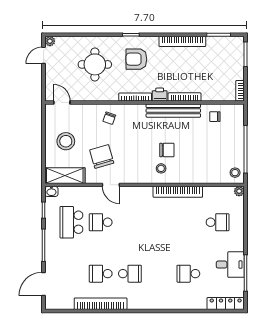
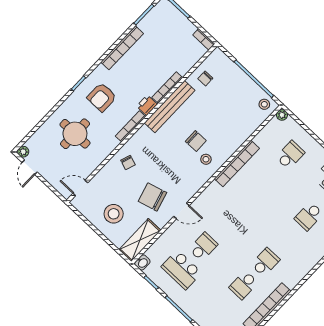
chair: (167, 150) -> (196, 141), turned 89
school desk: (101, 222) -> (203, 247), turned 180

